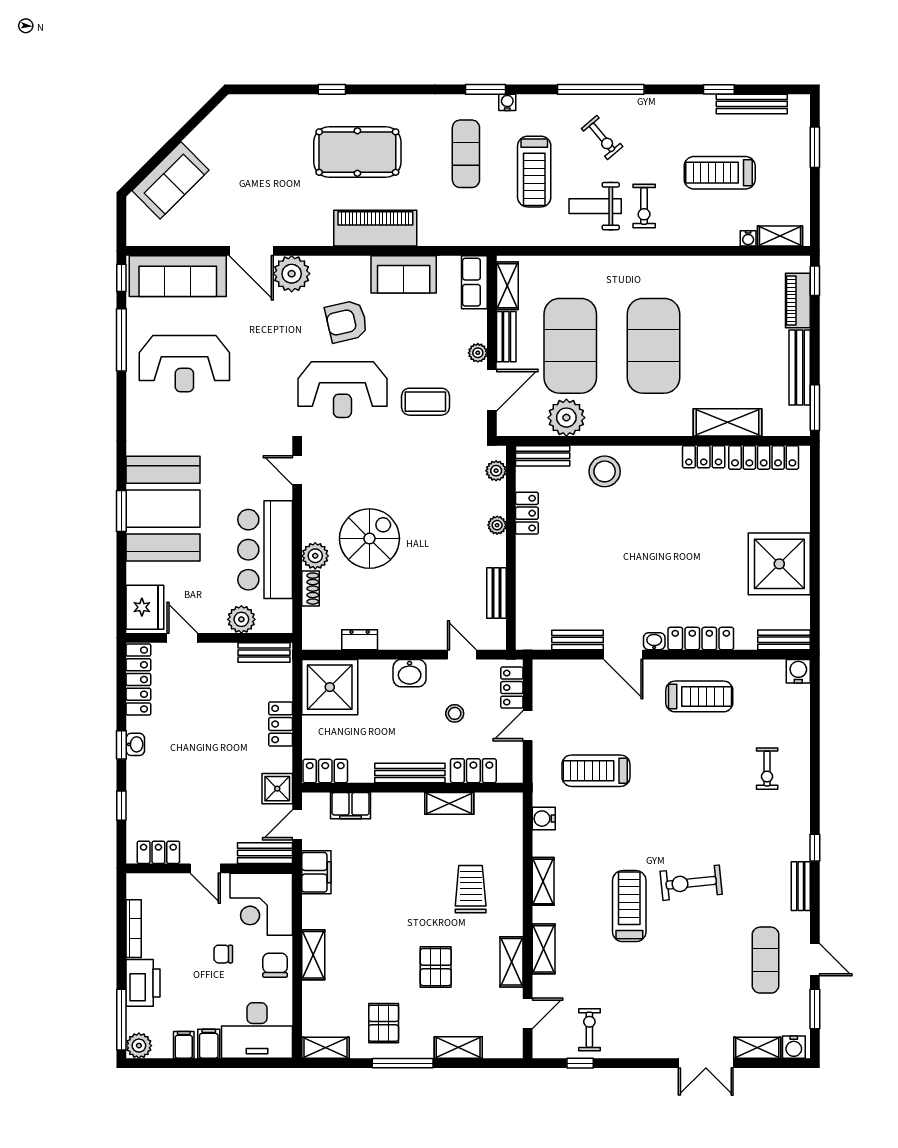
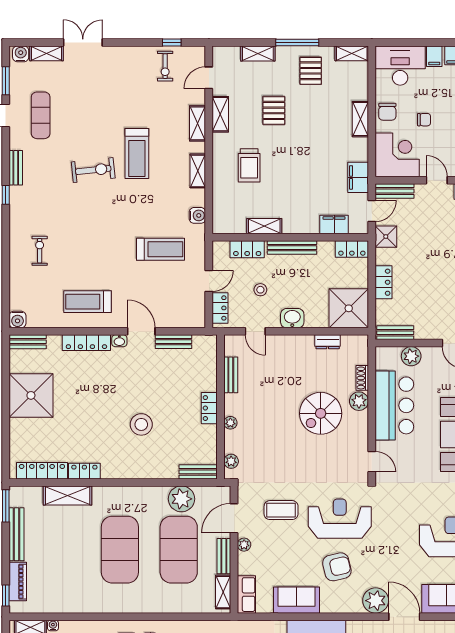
stool: (605, 471) -> (141, 424), moved
locker: (527, 513) -> (209, 408), moved

